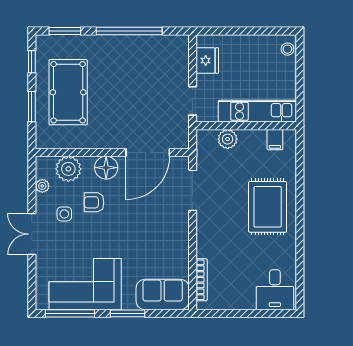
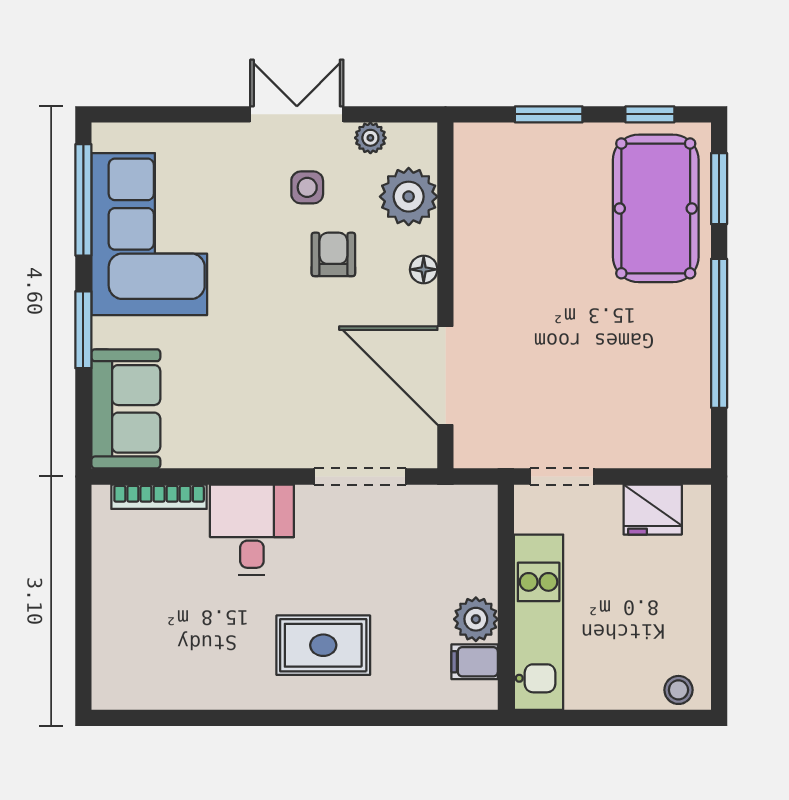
pool table: (68, 92) -> (656, 208), moved, turned 90
plant: (228, 139) -> (476, 619), moved
floor lamp: (106, 168) -> (424, 269), width x0.53, depth x0.53
rug: (268, 207) -> (323, 645), width x0.73, depth x0.70
double door: (32, 234) -> (297, 114), moved
desk: (275, 290) -> (252, 530), moved, turned 90

